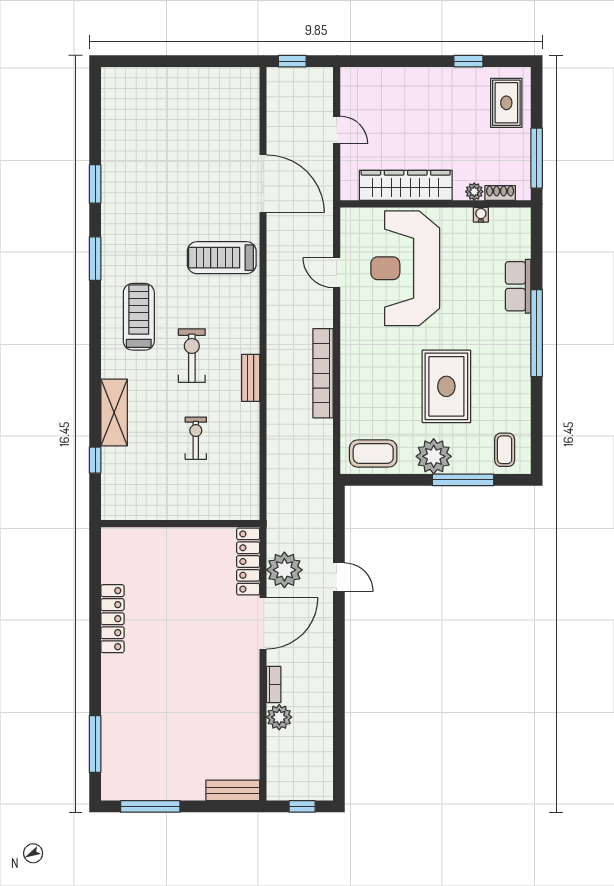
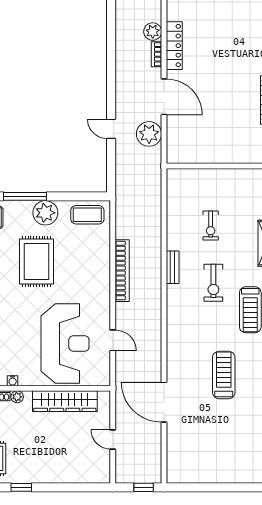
treadmill: (222, 258) -> (224, 375), moved, turned -90
locker: (248, 562) -> (174, 46), moved
door: (263, 623) -> (164, 97), swing flipped

